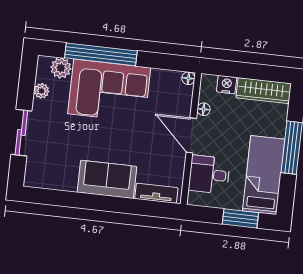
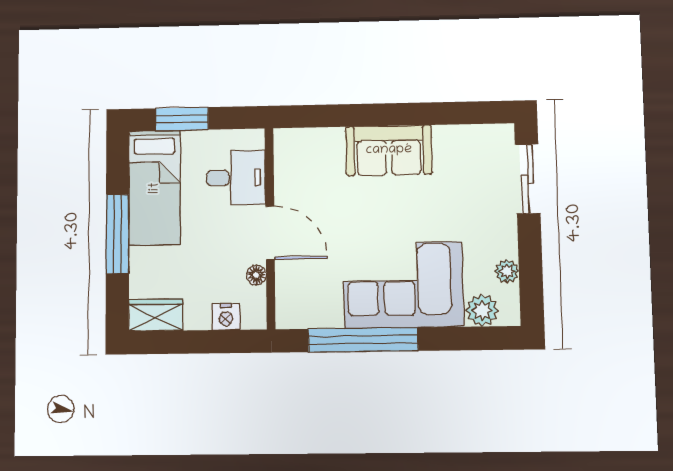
window: (101, 54) -> (363, 340), moved
floor lamp: (188, 78) -> (285, 319), removed
wardrobe: (264, 91) -> (156, 315), width x0.67
sliding door: (21, 133) -> (528, 179), moved
tv unit: (156, 193) -> (312, 139), removed

